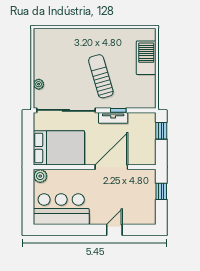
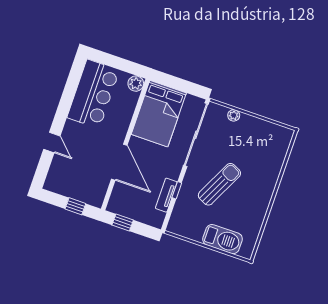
sun lounger: (101, 76) -> (219, 184), turned -48
tv unit: (113, 118) -> (166, 195), moved
window: (161, 131) -> (123, 223), moved

